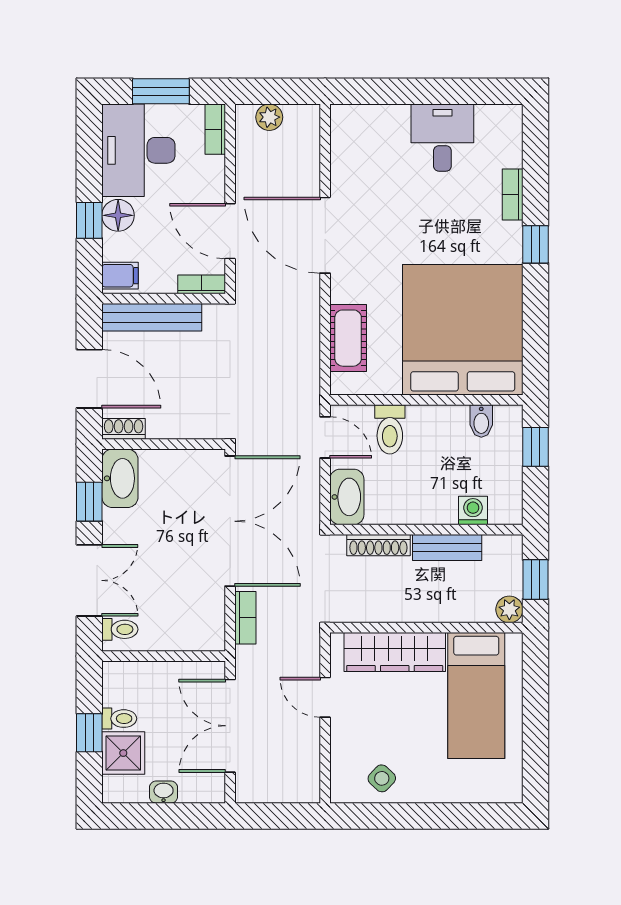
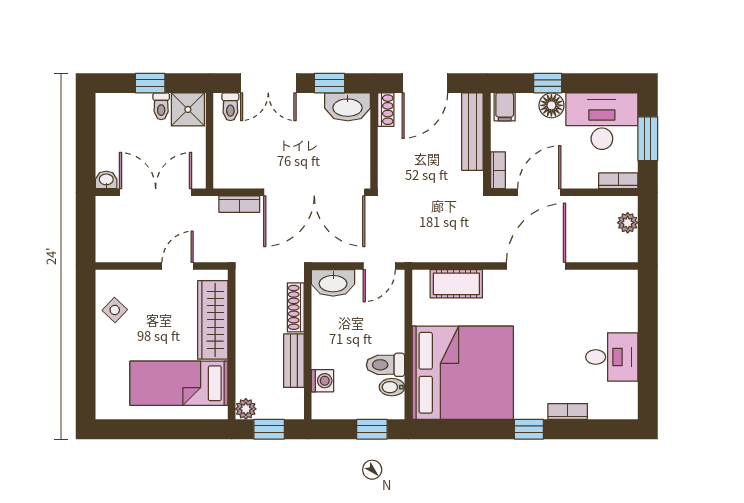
toilet: (390, 429) -> (386, 365), moved
shower: (123, 753) -> (188, 109), moved
washbasin: (164, 792) -> (106, 180), moved, turned -90

